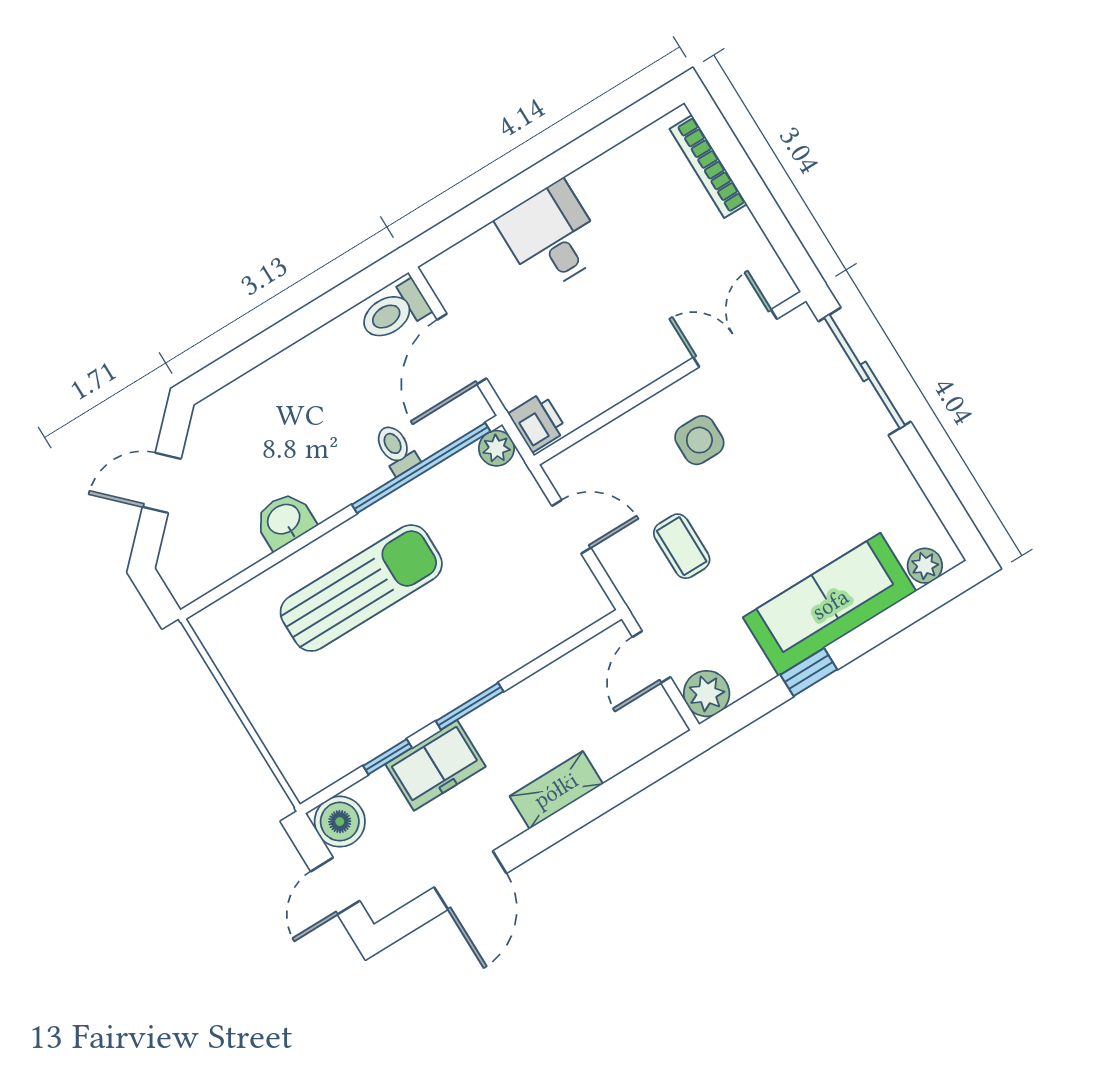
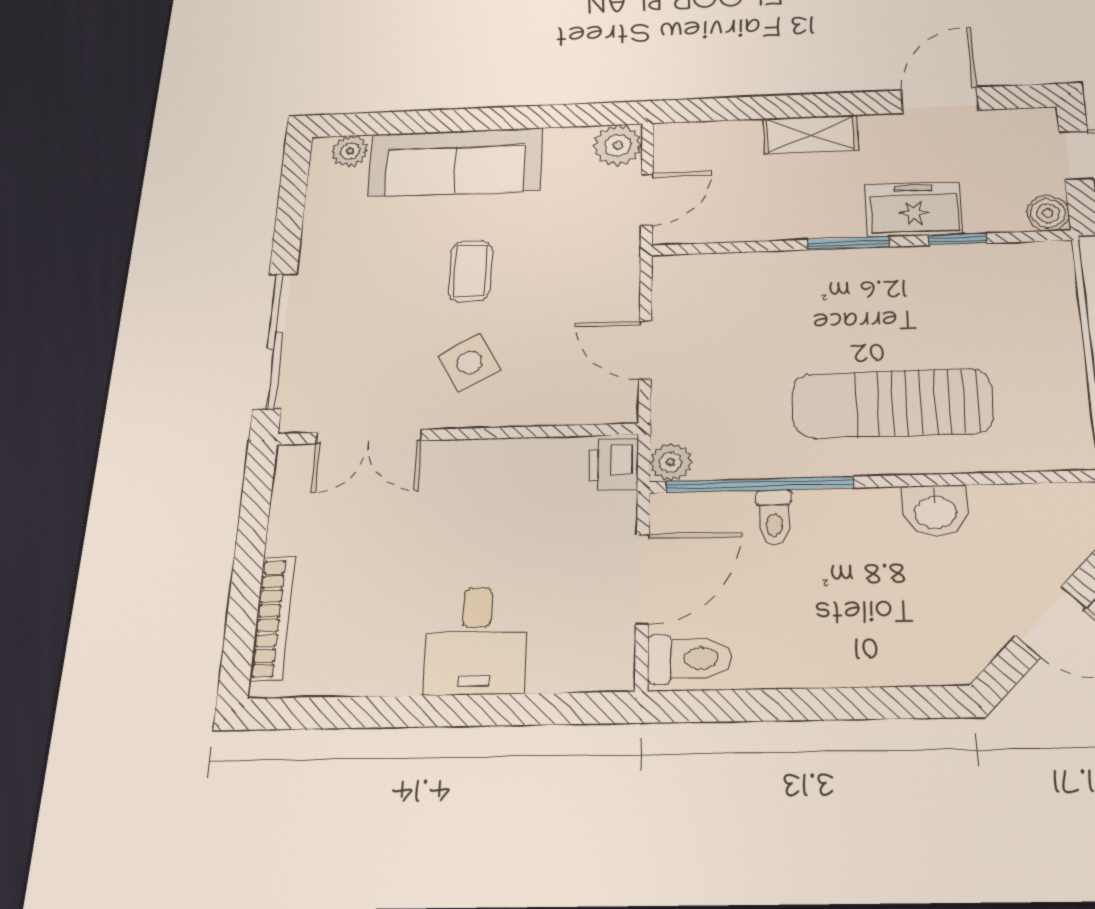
side table: (699, 440) -> (469, 363), turned -30
coffee table: (682, 546) -> (470, 271), moved
window: (809, 672) -> (515, 118), removed
boiler: (340, 822) -> (1048, 213), width x0.73, depth x0.73

